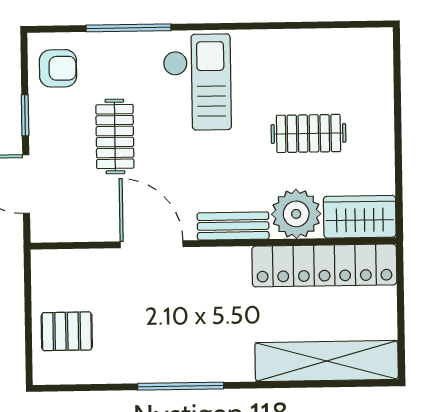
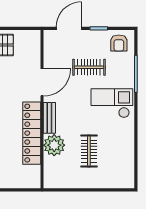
checkout: (197, 82) -> (112, 103), turned 180
wardrobe: (360, 217) -> (53, 173), removed
locker: (324, 265) -> (32, 133), moved

